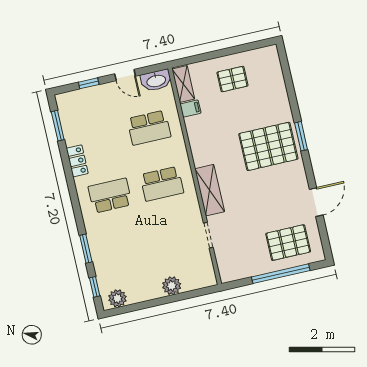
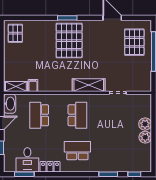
pallet: (232, 79) -> (15, 33), moved
desk: (80, 125) -> (27, 160), added
school desk: (149, 128) -> (39, 115), turned 180
school desk: (110, 196) -> (77, 151), turned 90
plant: (117, 298) -> (145, 137), moved

